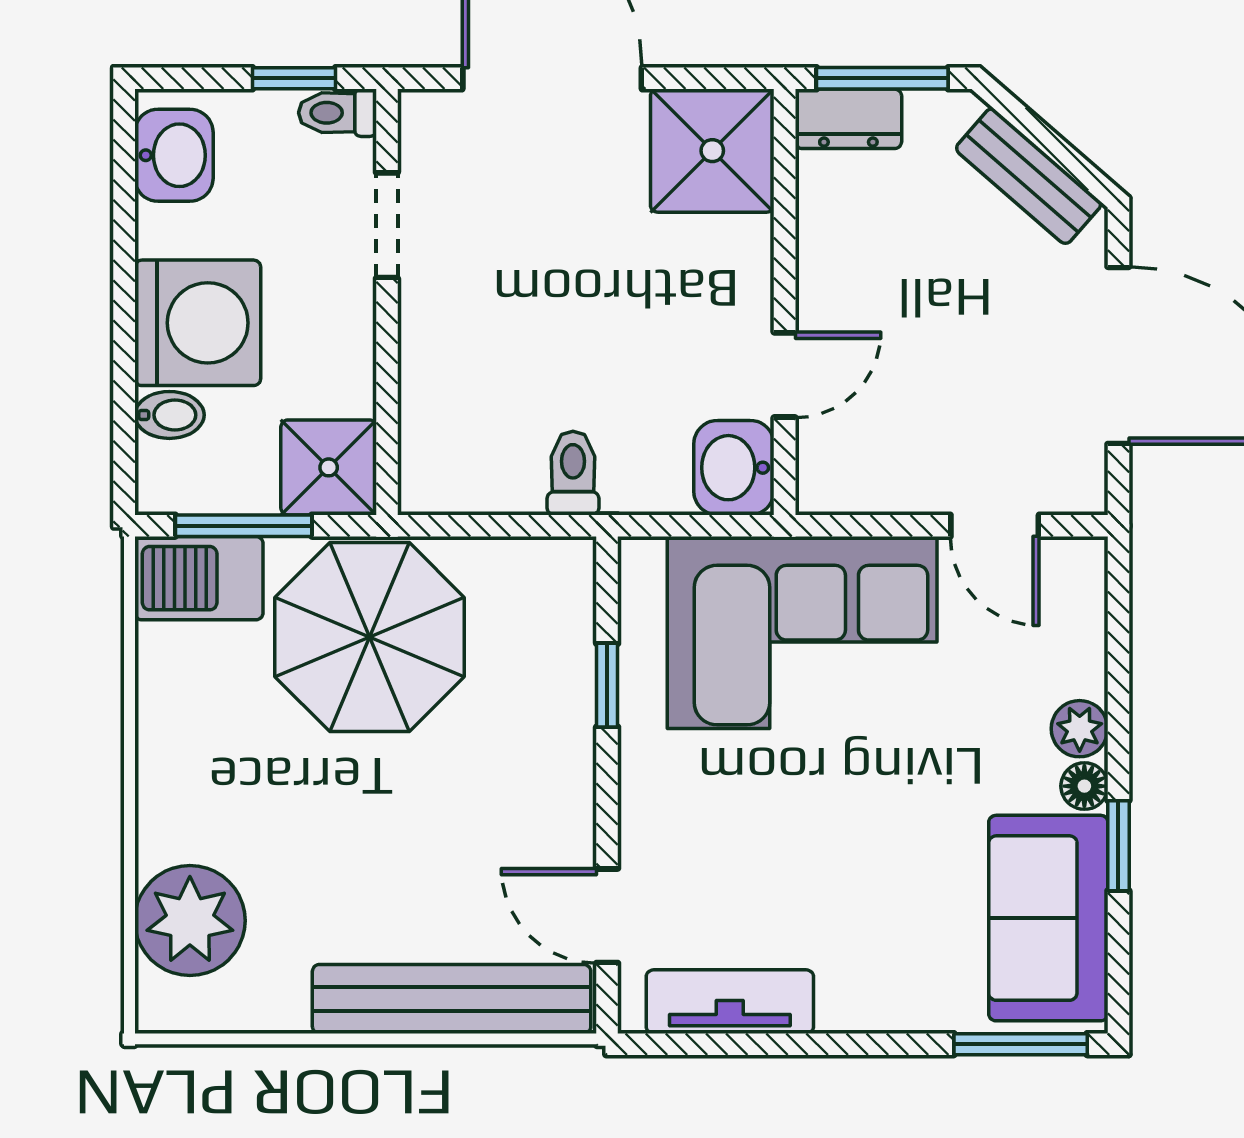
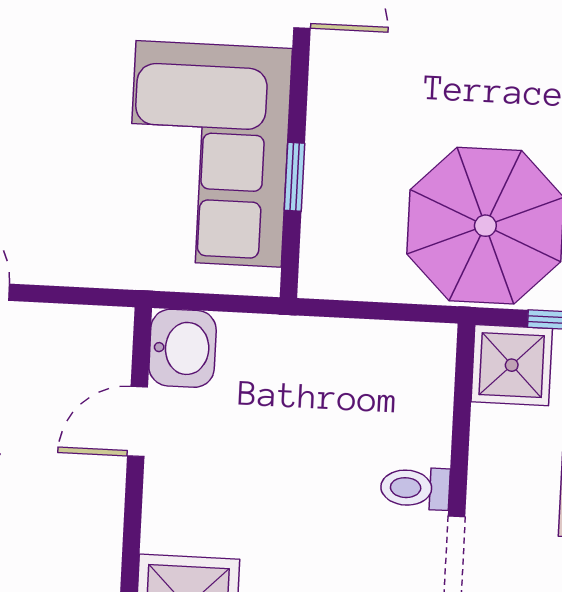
toilet: (573, 473) -> (415, 488), moved, turned 90
corner sofa: (802, 633) -> (209, 154), moved, turned -90

